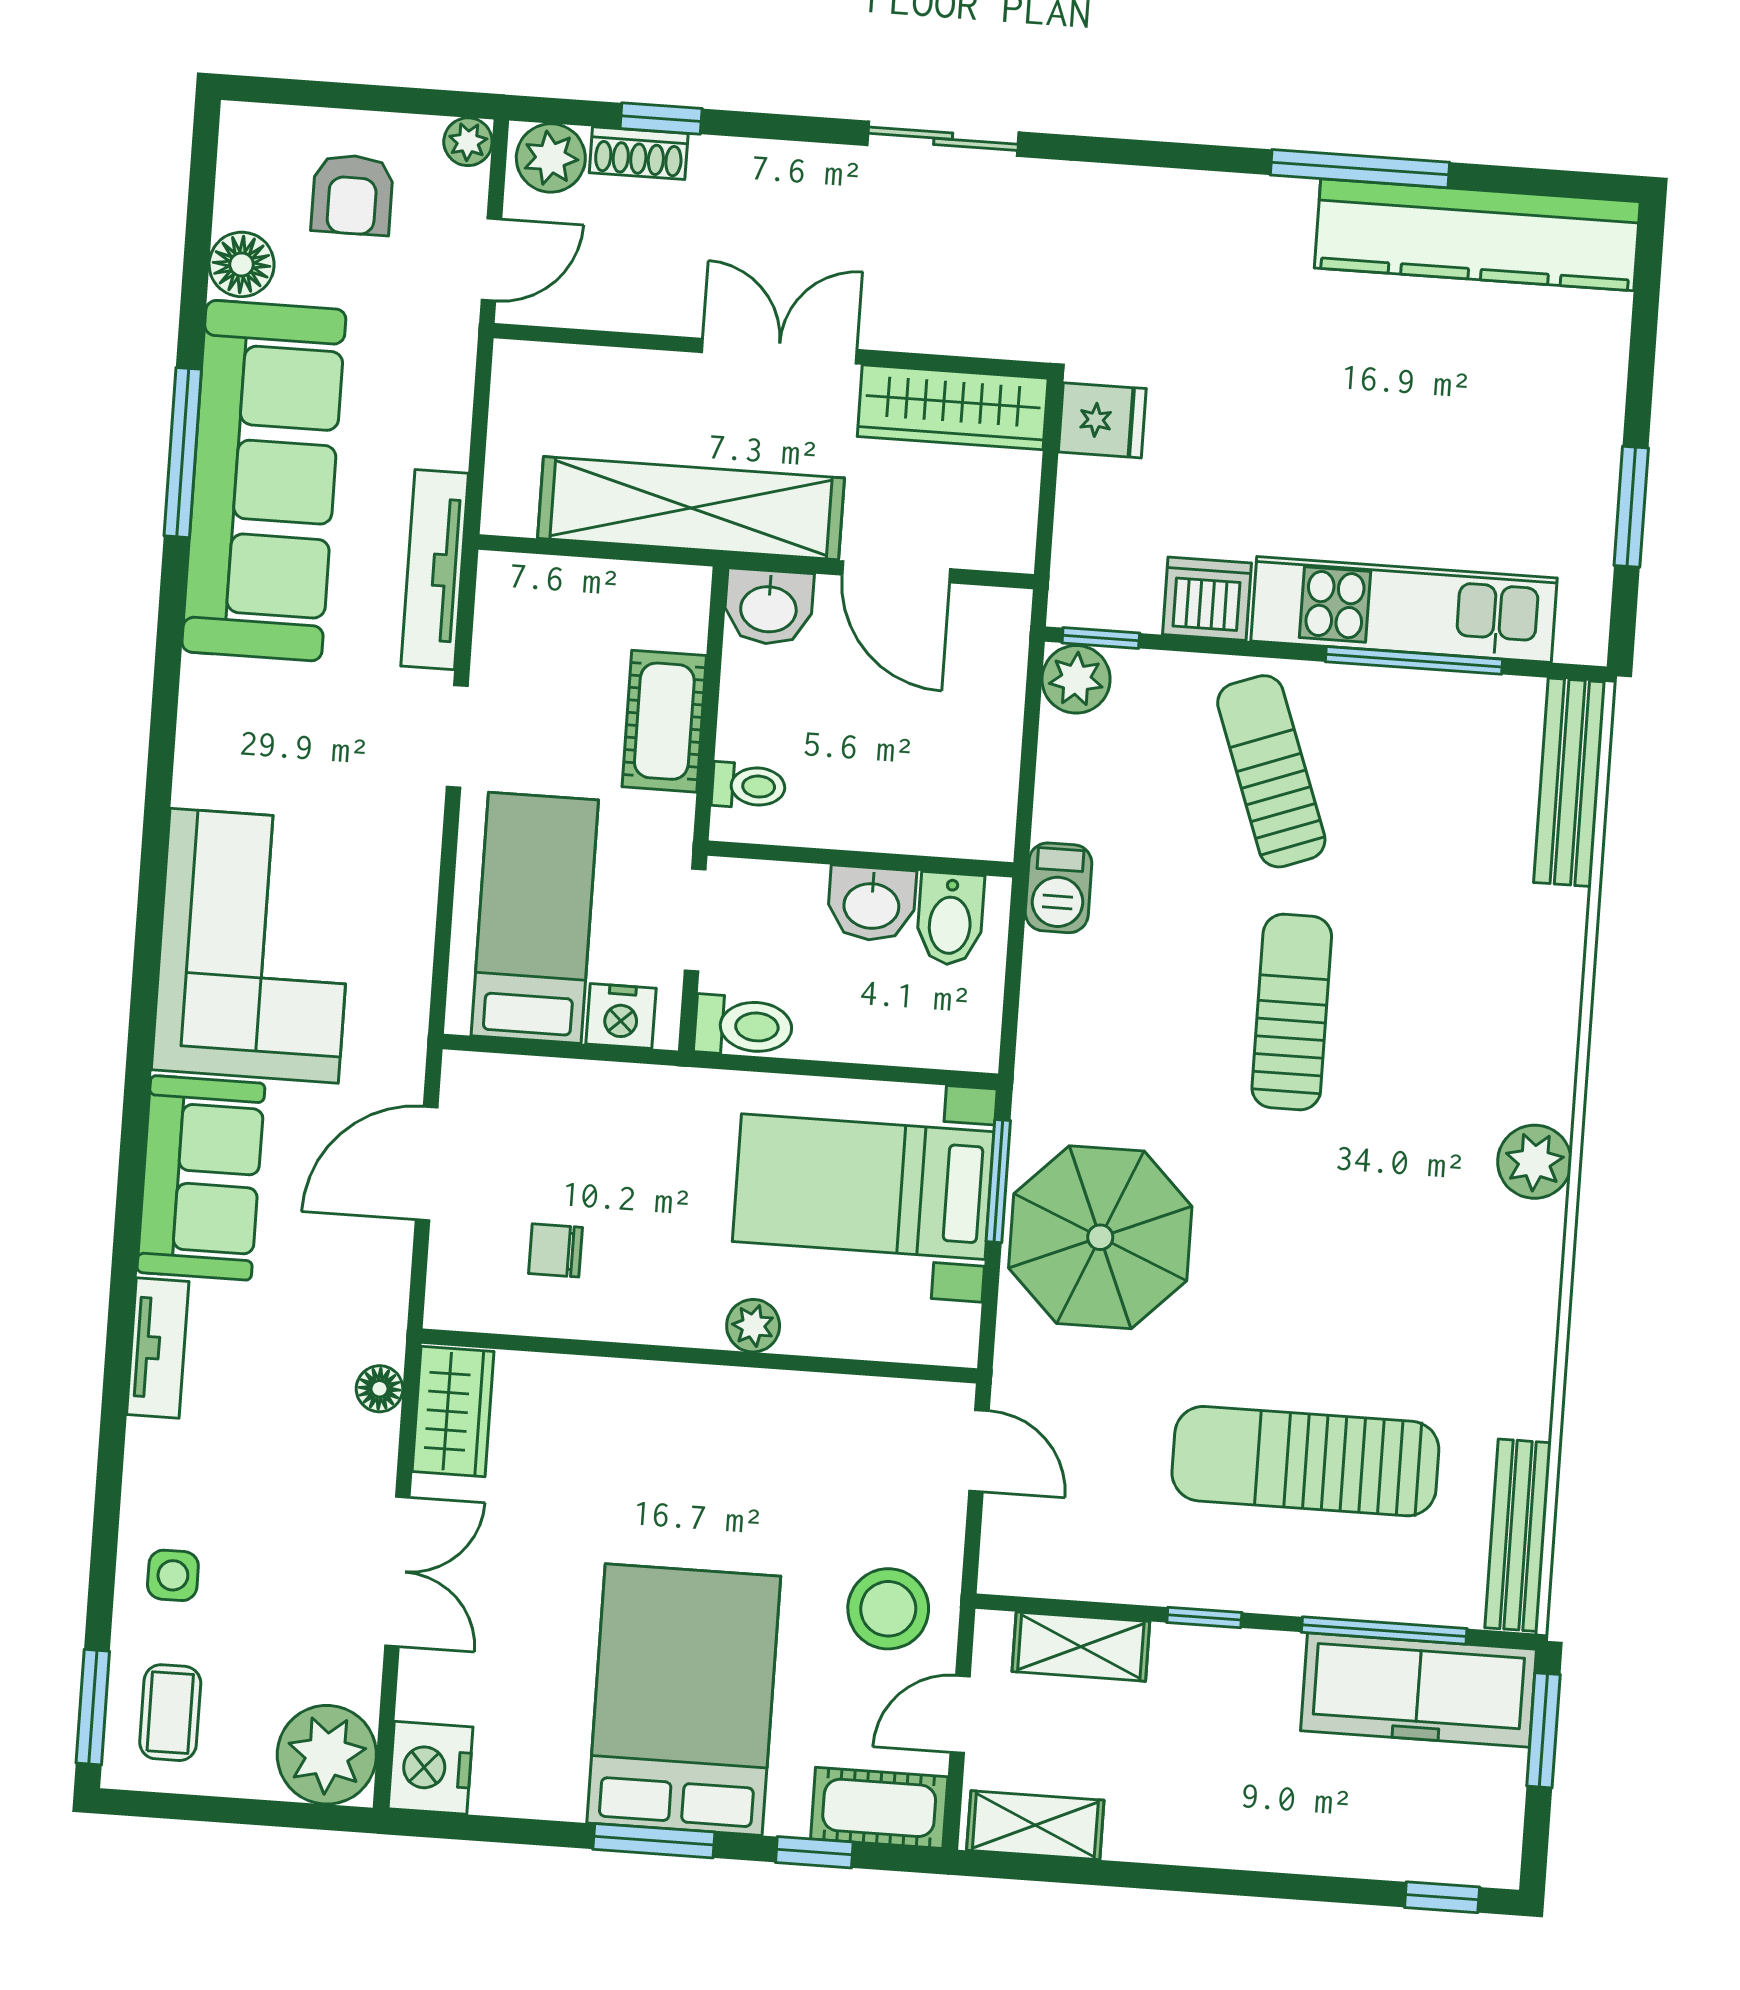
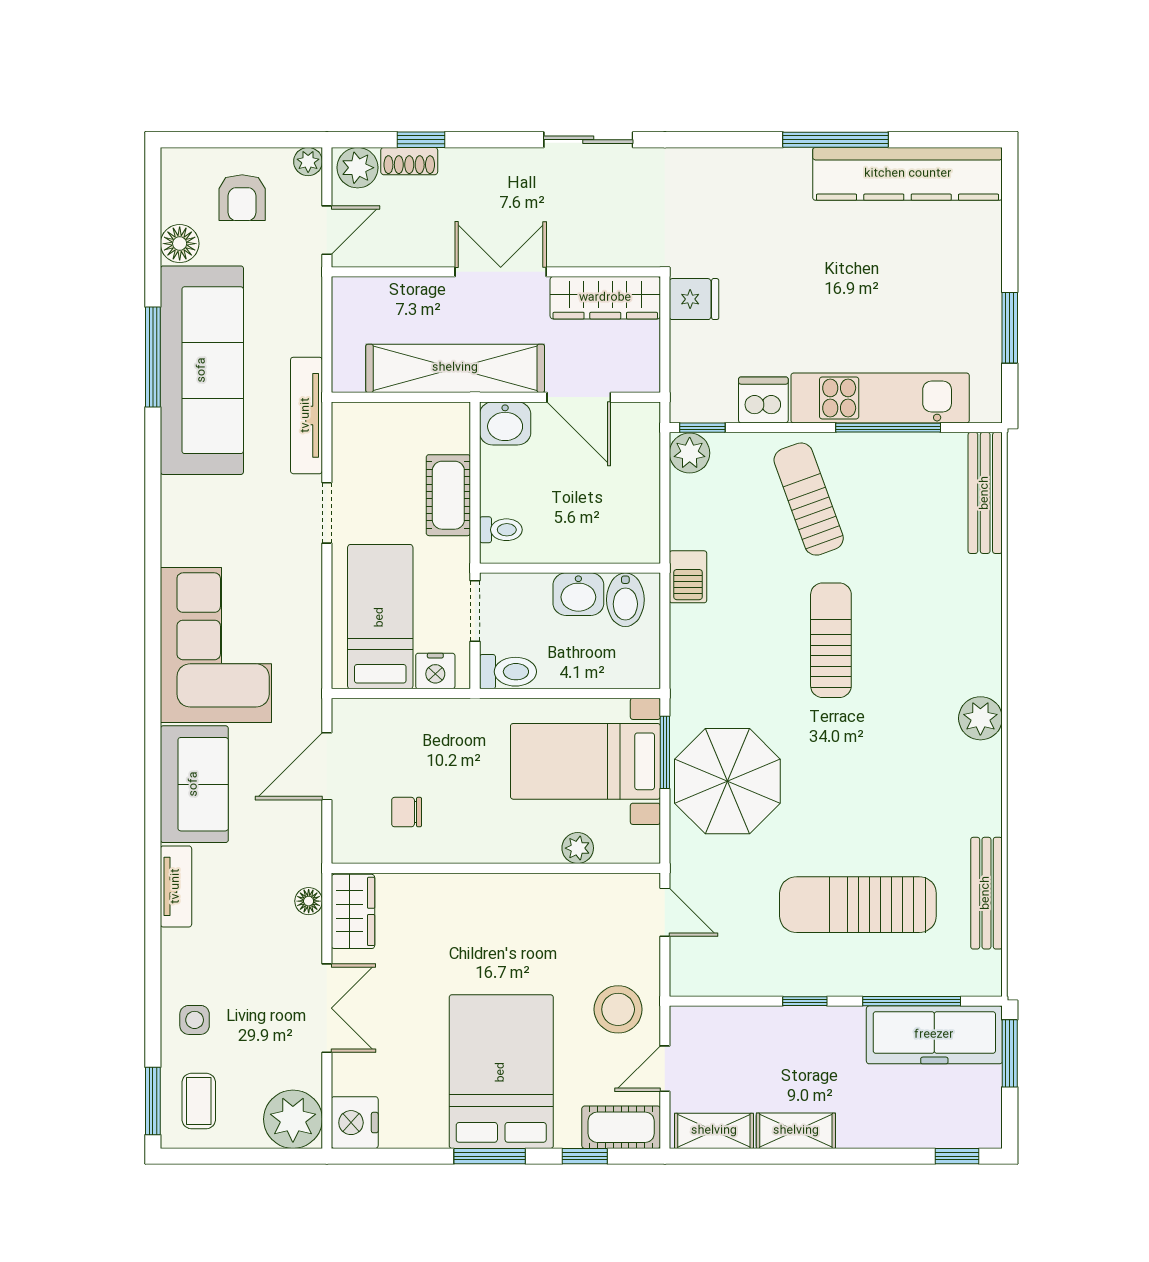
plant: (753, 1326) -> (578, 848), moved
bench: (1518, 1535) -> (986, 893), moved
shelving: (1081, 1647) -> (796, 1131), moved

